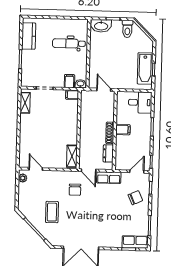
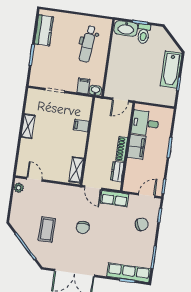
toilet: (127, 29) -> (144, 34), moved
dental chair: (69, 43) -> (88, 44), turned -85
bathtub: (145, 68) -> (171, 70), moved
door: (104, 90) -> (121, 100), swing flipped
filing cabinet: (72, 95) -> (81, 125), moved
desk: (140, 102) -> (145, 123), moved, turned 180
shelving: (25, 103) -> (28, 126), moved
filing cabinet: (123, 130) -> (137, 147), width x2.00
chair: (75, 190) -> (83, 227), moved
row of seats: (135, 242) -> (129, 273), width x1.48

